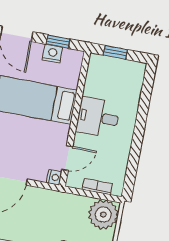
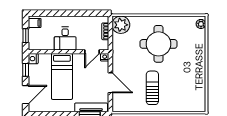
nightstand: (52, 54) -> (33, 59), moved
filing cabinet: (133, 71) -> (35, 23), added
door: (67, 158) -> (92, 52), swing flipped

